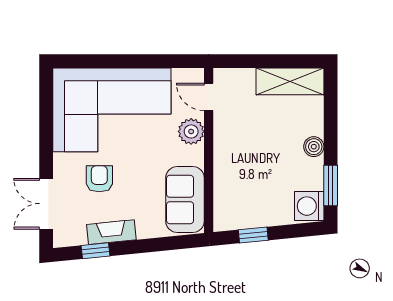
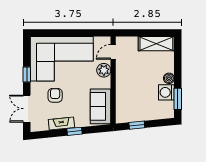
door: (209, 97) -> (113, 52), hinge flipped
window: (46, 140) -> (27, 75), added
washing machine: (309, 206) -> (166, 92), moved
window: (96, 251) -> (74, 131), moved

